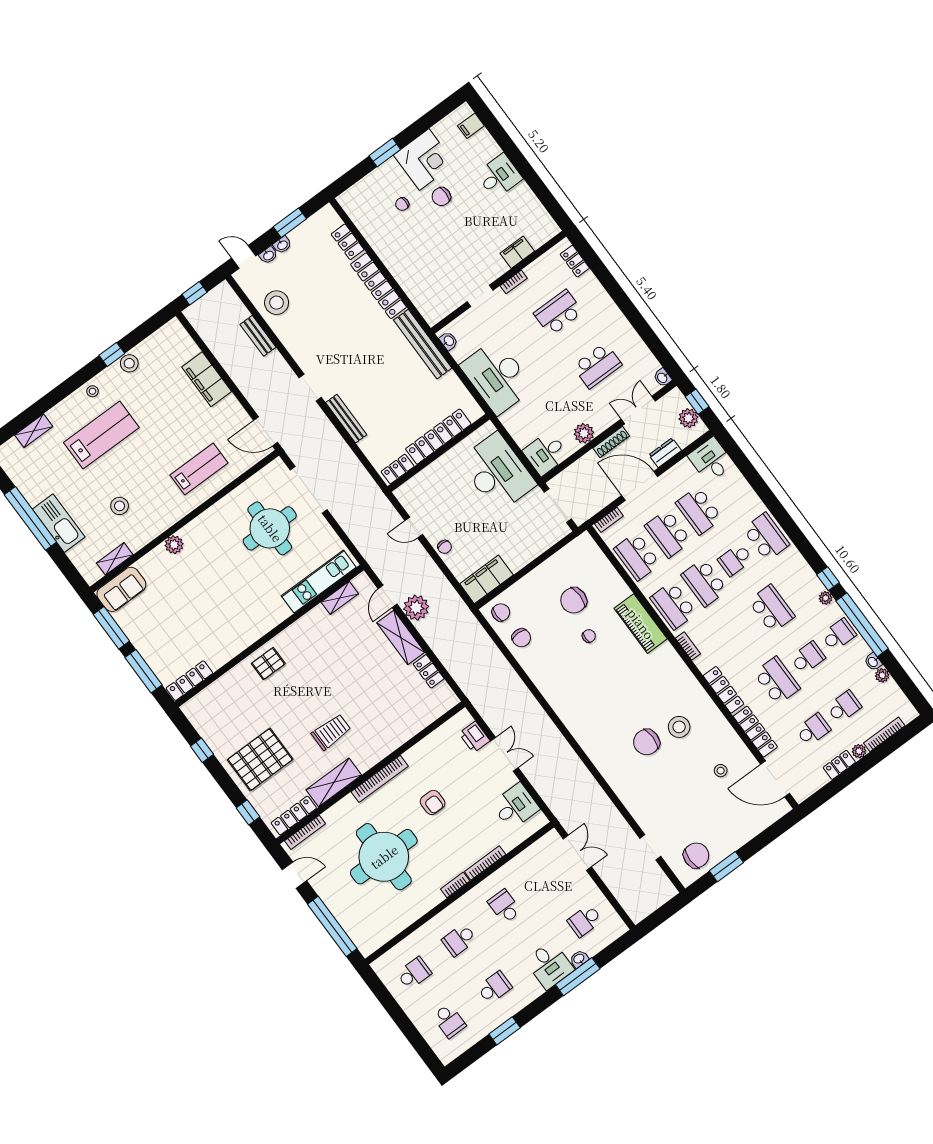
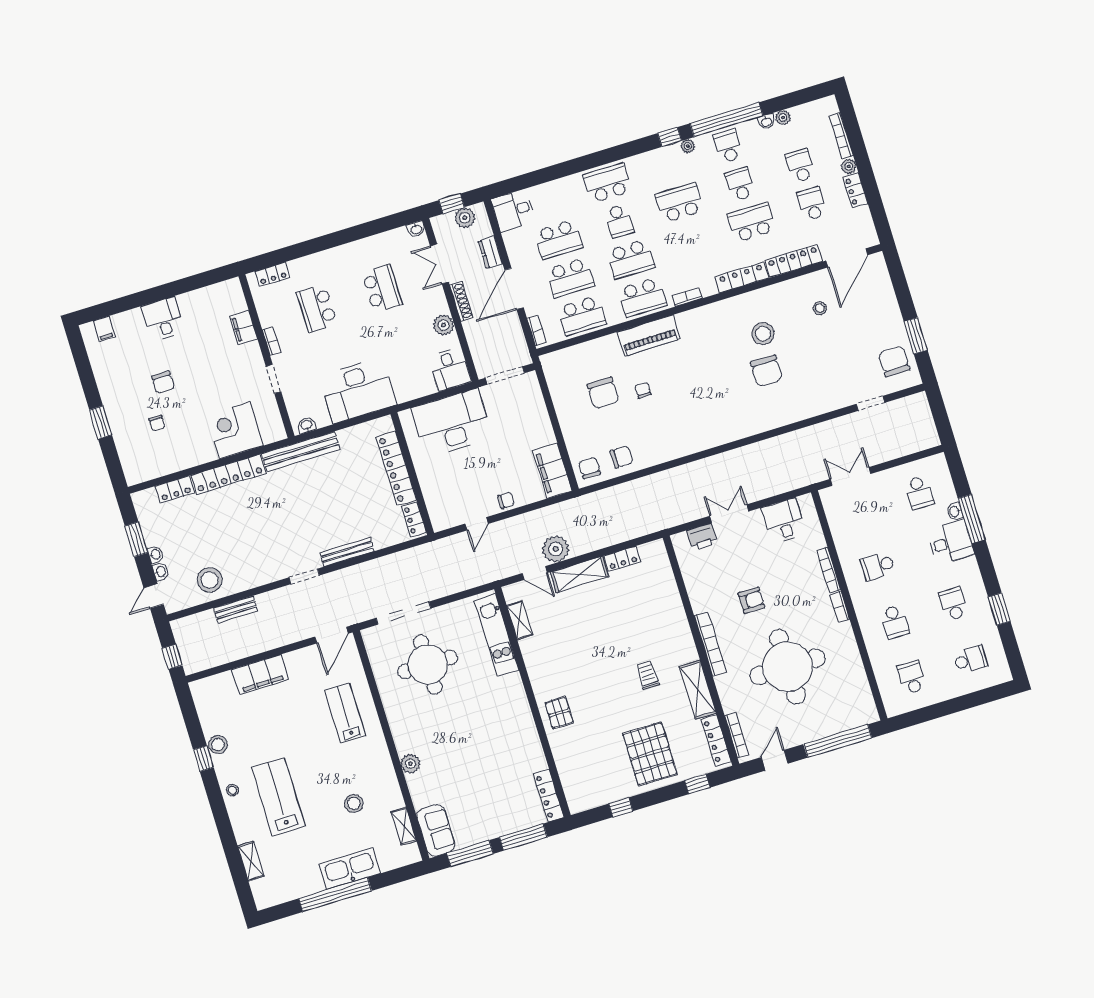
corner desk: (424, 159) -> (235, 430), moved, turned -90
trolley: (331, 732) -> (648, 675), width x0.73, depth x0.72

